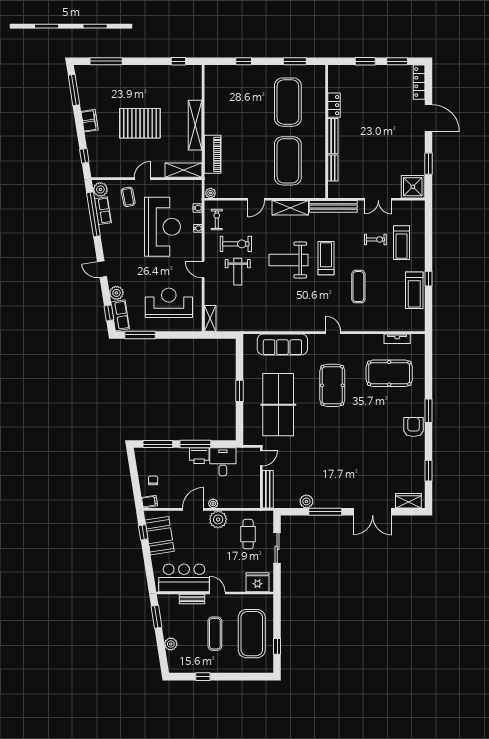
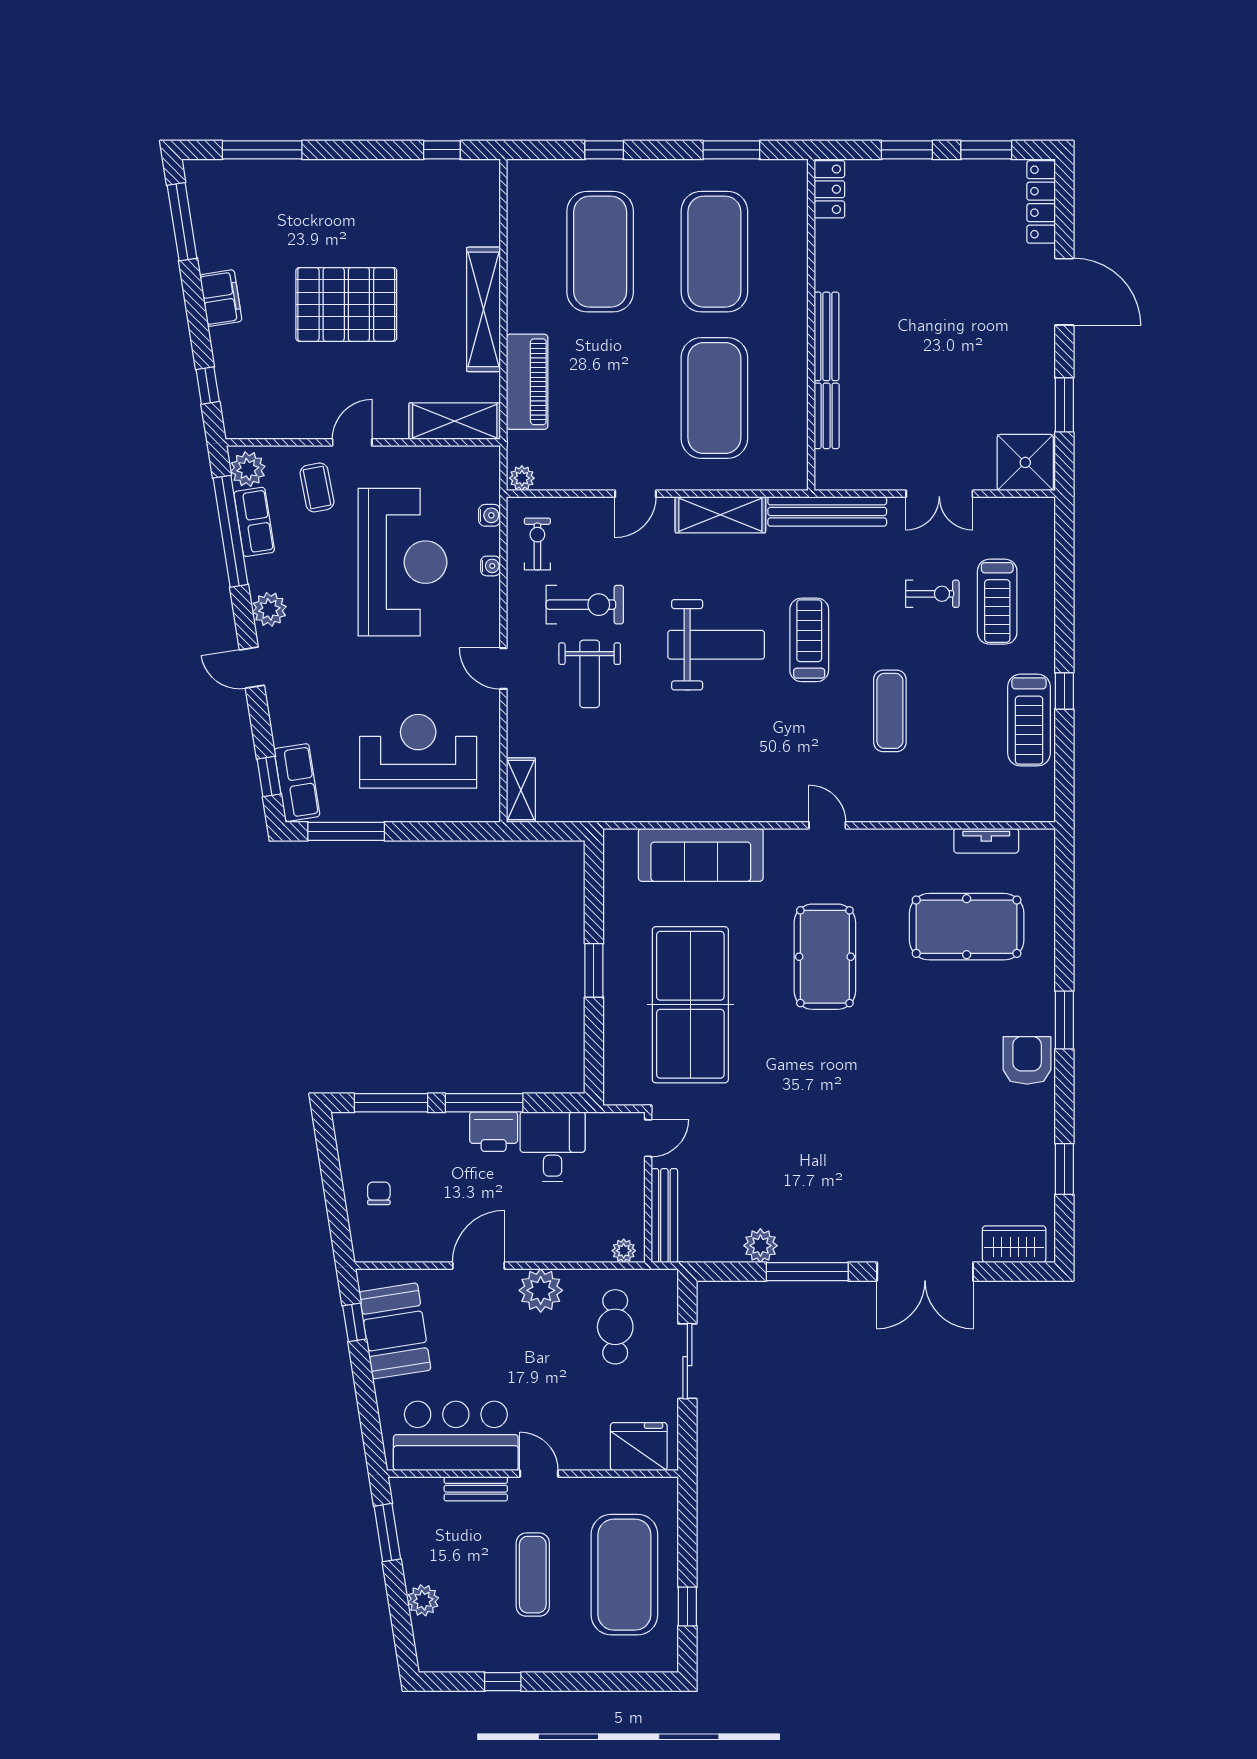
exercise mat: (242, 102) -> (600, 252), added
locker: (334, 105) -> (829, 189), moved
weight bench: (289, 260) -> (716, 645), turned 180
plant: (116, 293) -> (269, 609), moved
filing cabinet: (149, 502) -> (370, 1246), removed
plant: (213, 503) -> (624, 1251), moved

